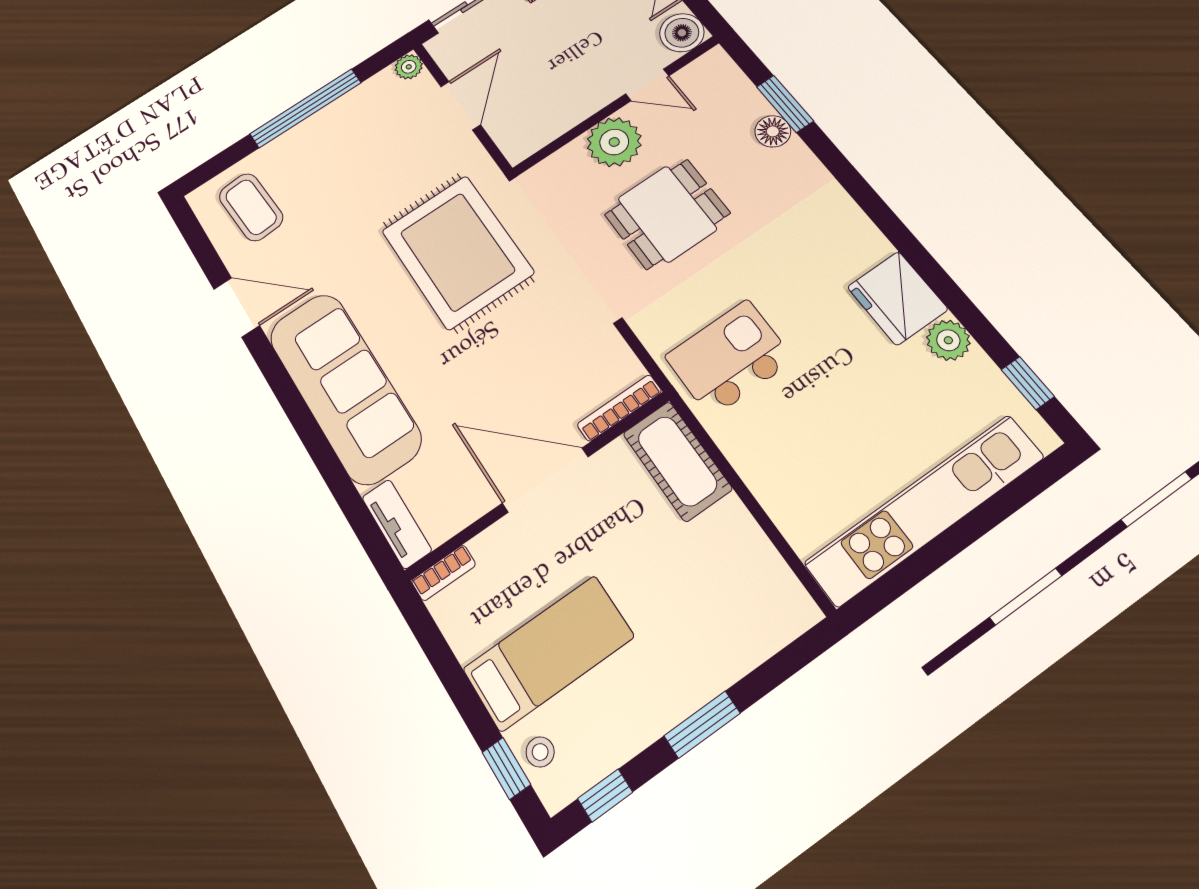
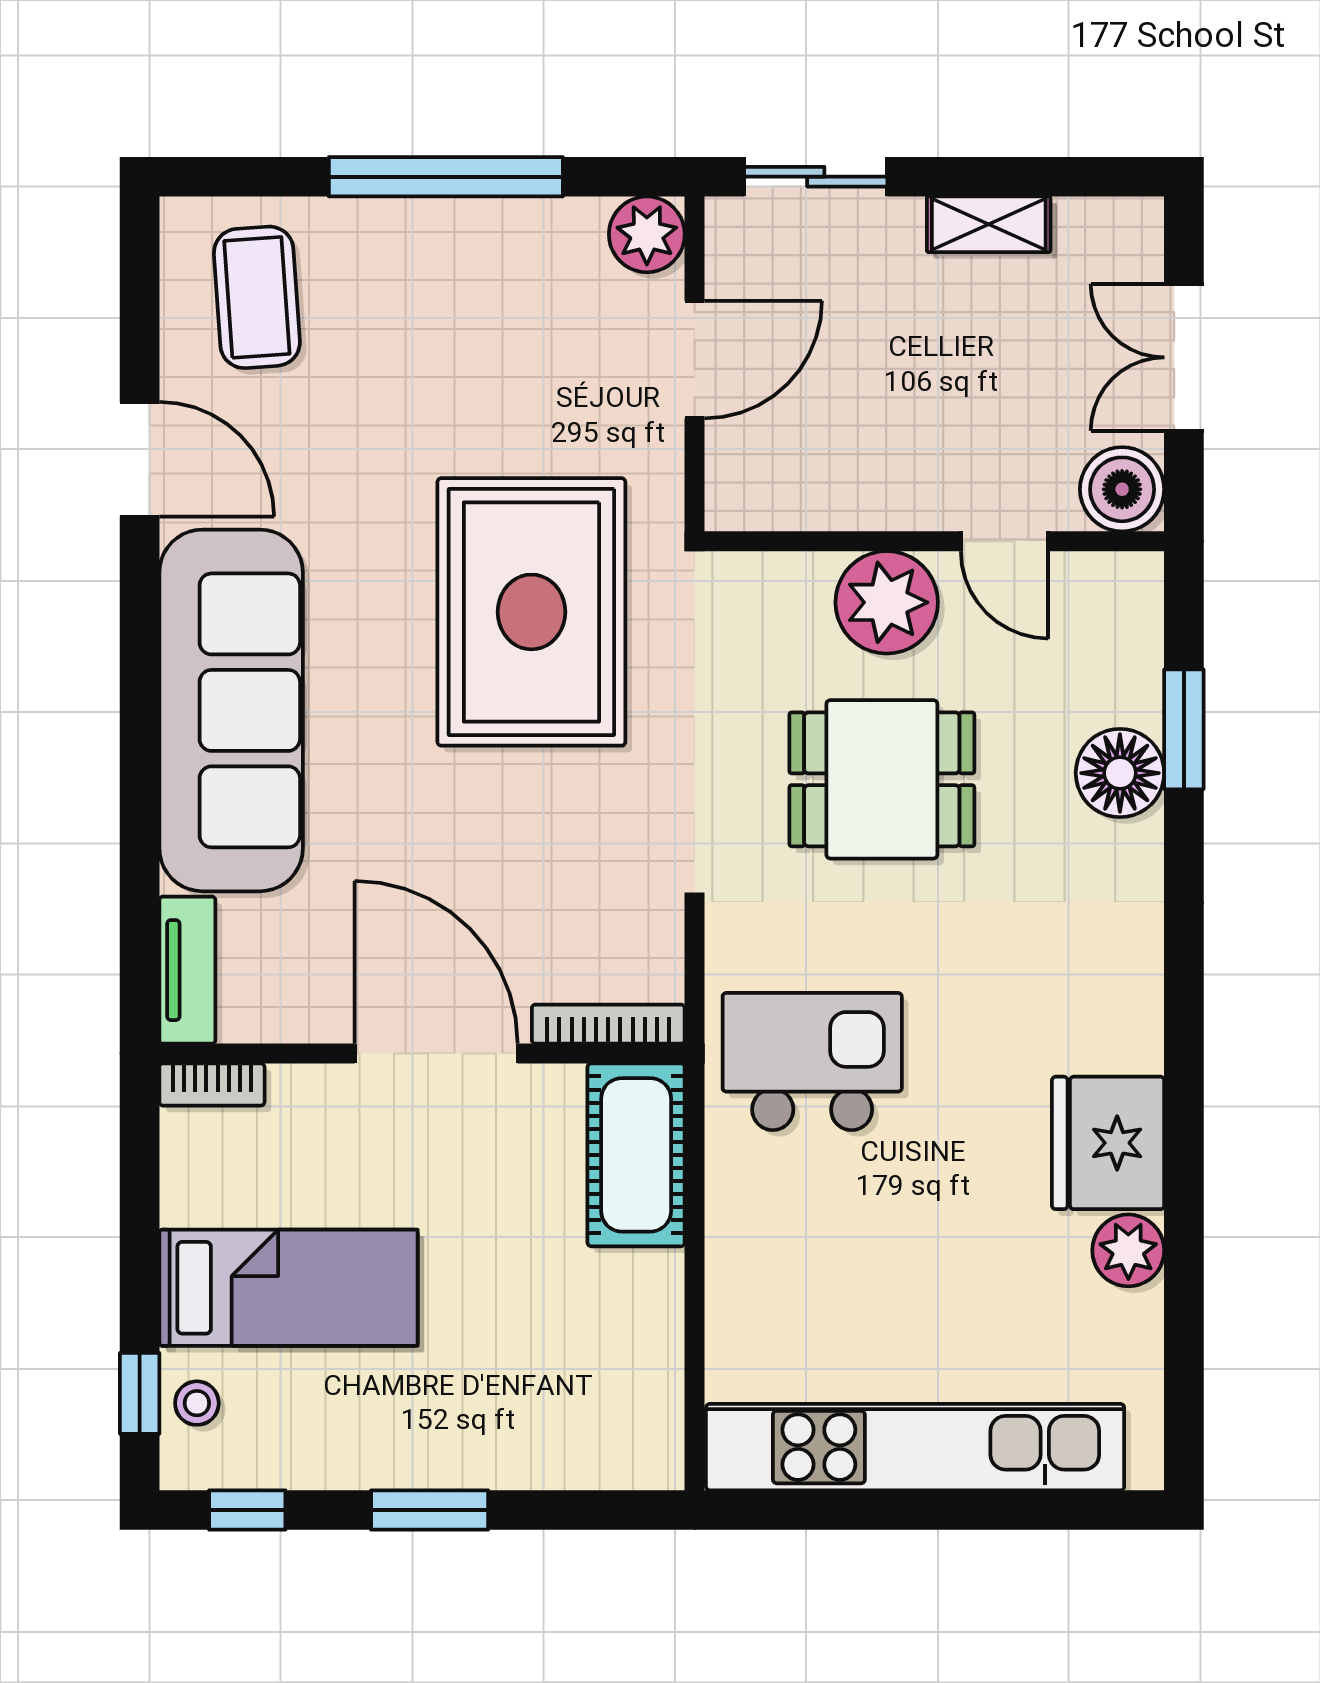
plant: (409, 67) -> (647, 234), width x1.38, depth x1.38
floor lamp: (773, 131) -> (1120, 773), width x1.38, depth x1.38
window: (1028, 383) -> (1184, 1381), removed

